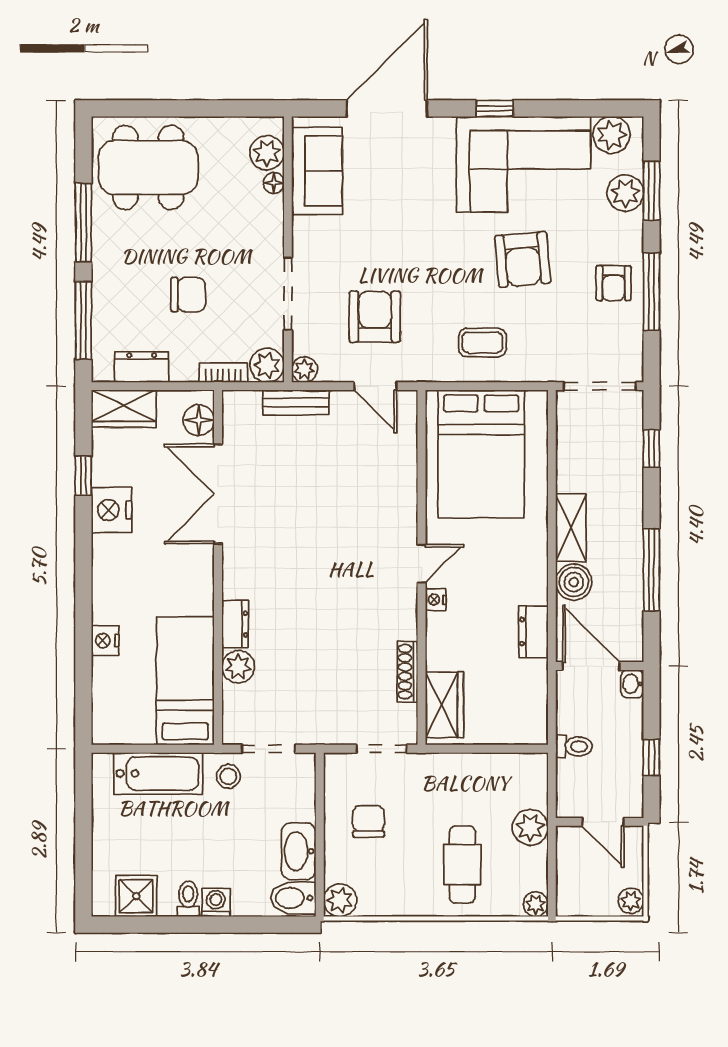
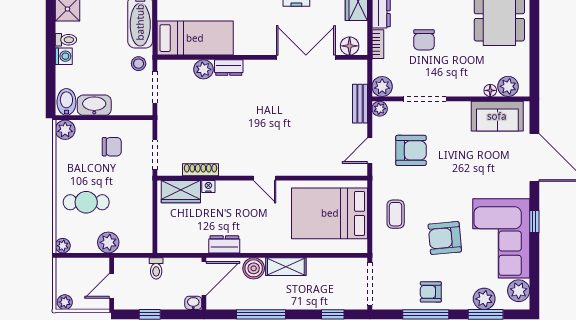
bookcase: (223, 373) -> (378, 44), moved
nightstand: (436, 600) -> (208, 186), moved

